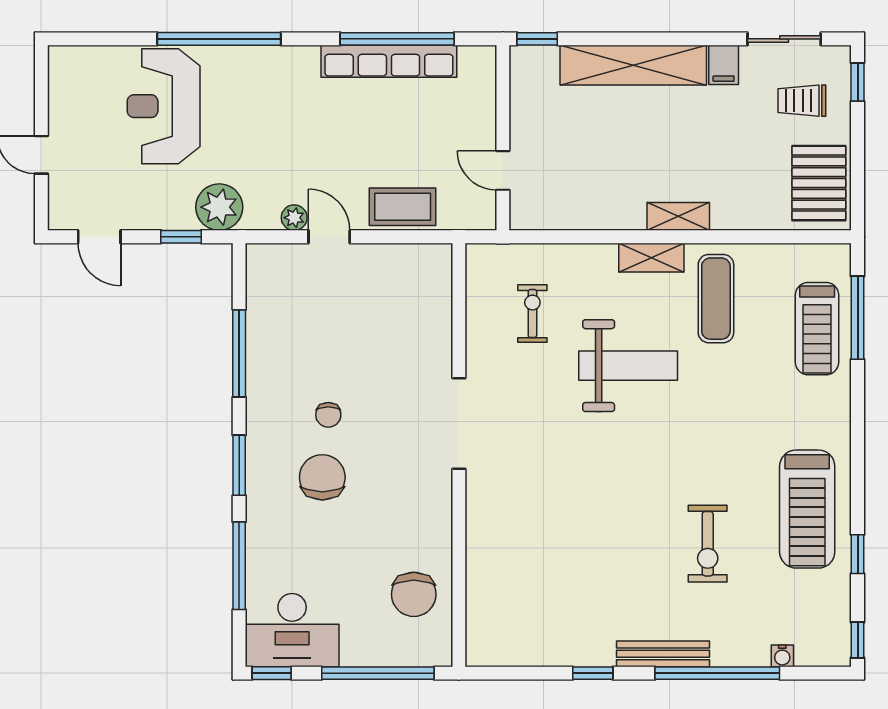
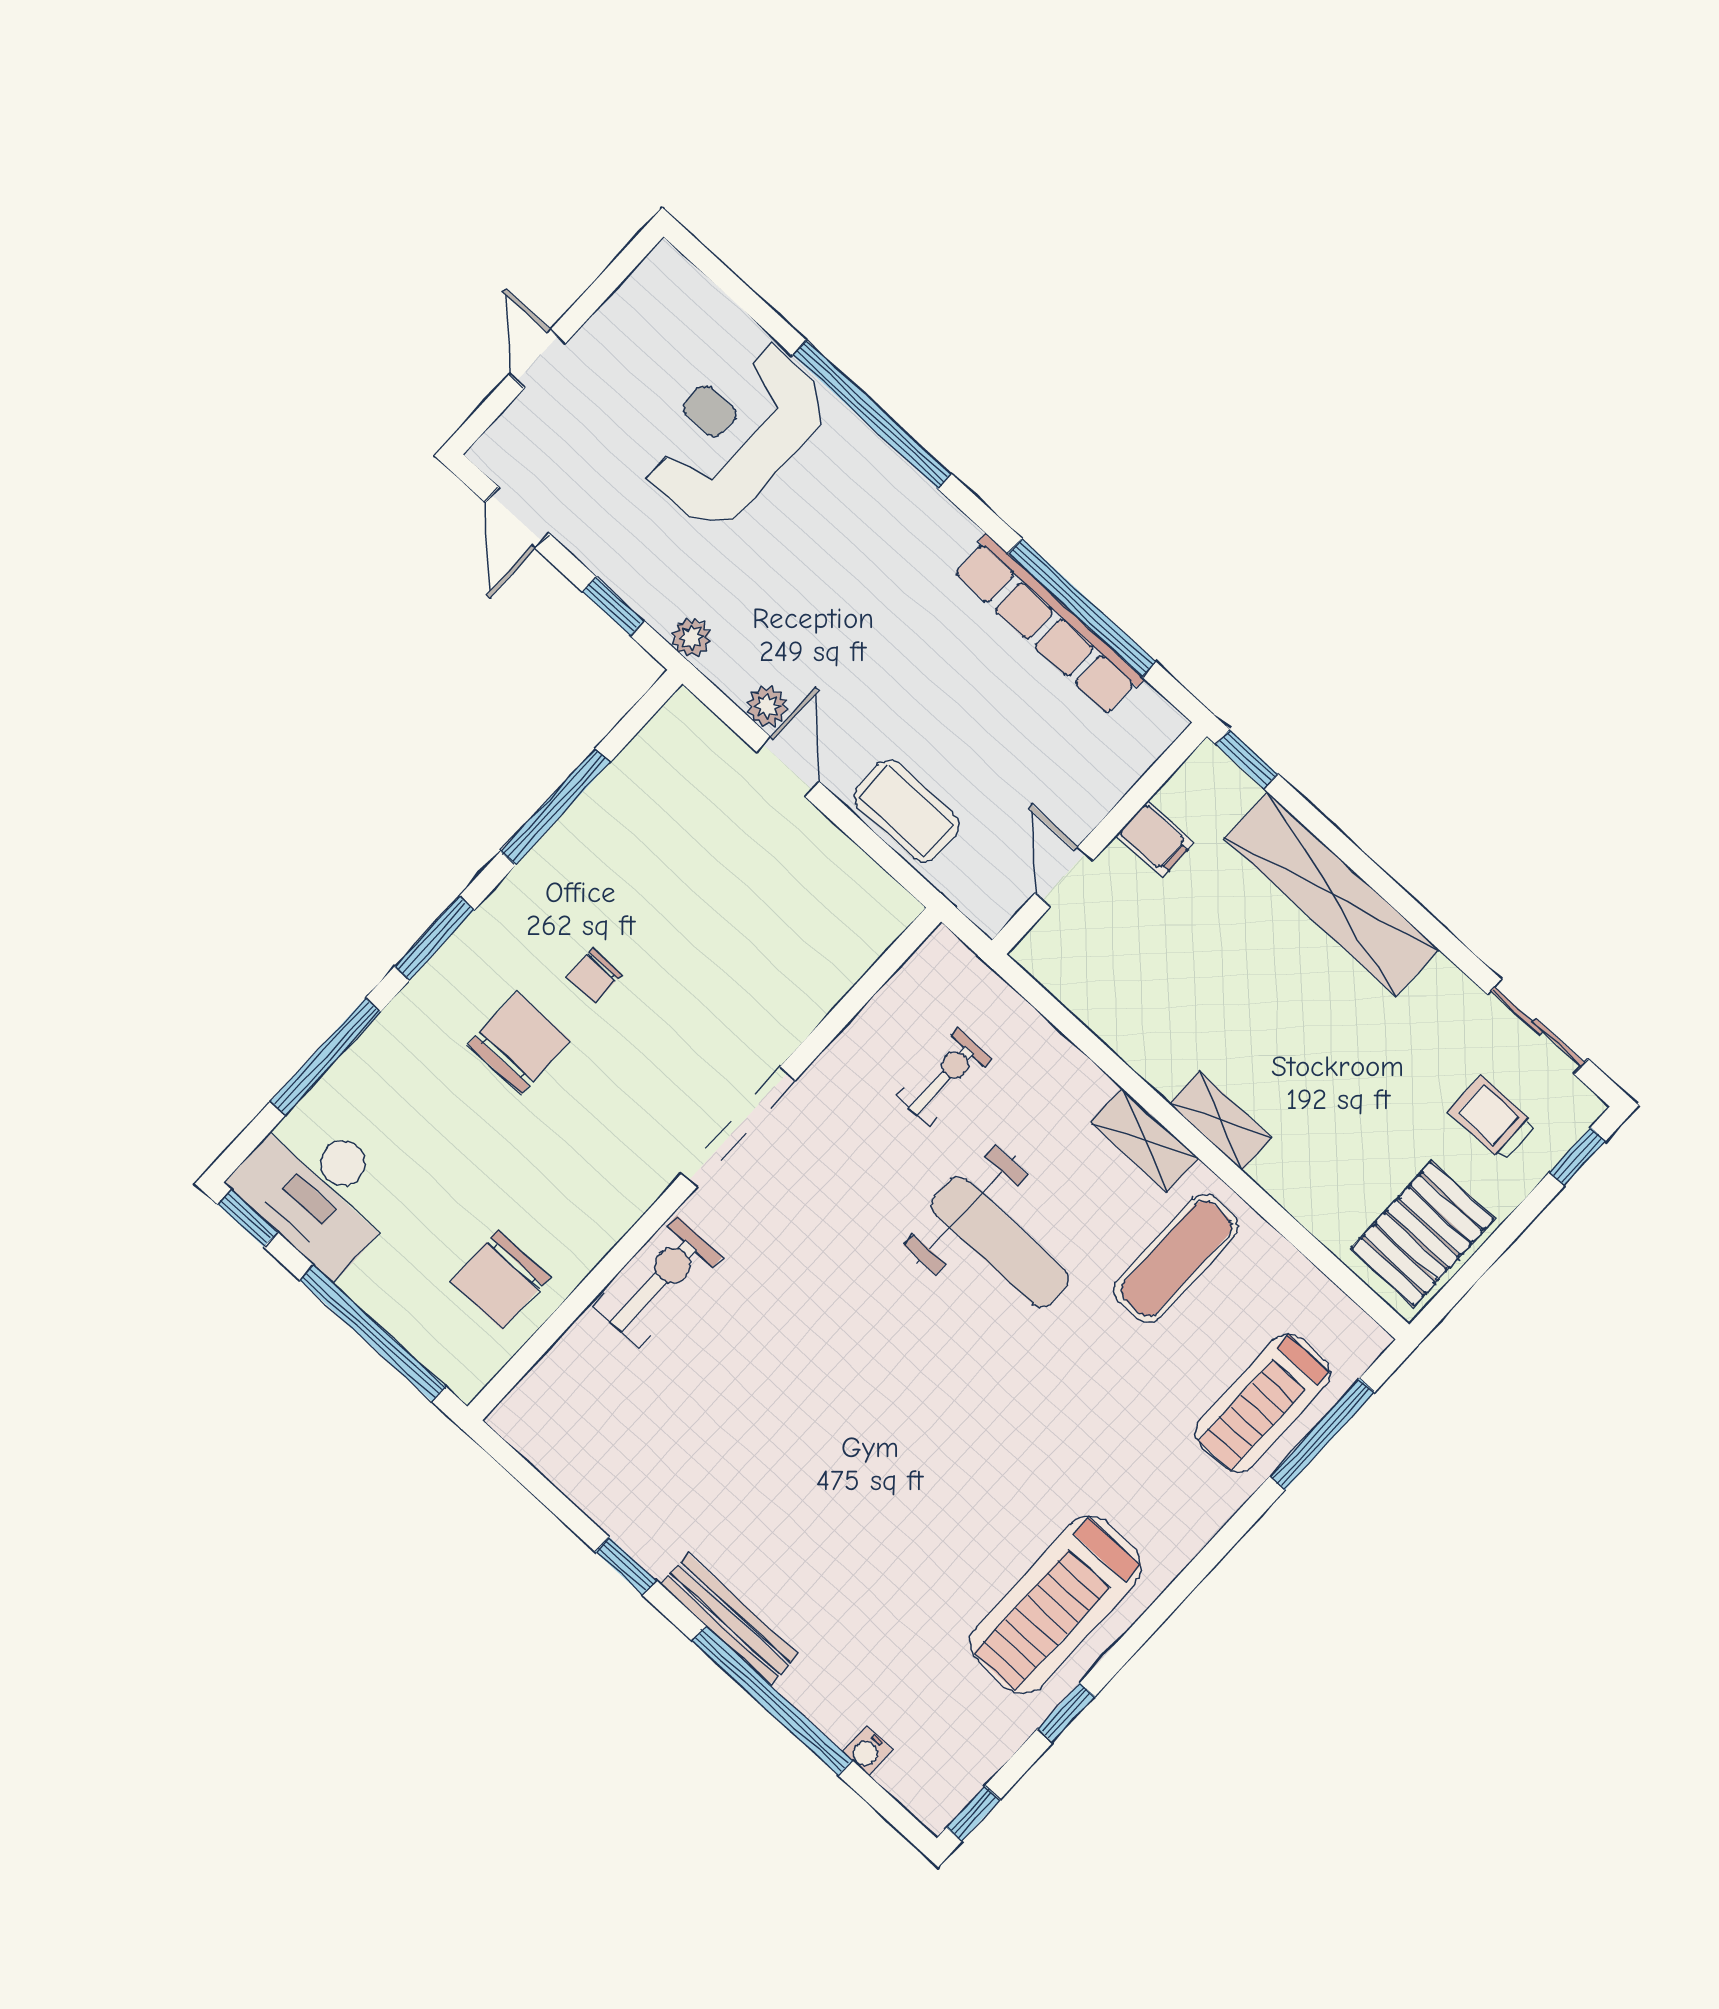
filing cabinet: (724, 65) -> (1155, 839), moved, turned -90
plant: (219, 207) -> (691, 637), width x0.53, depth x0.53
exercise bike: (708, 544) -> (658, 1282), moved, turned 180

